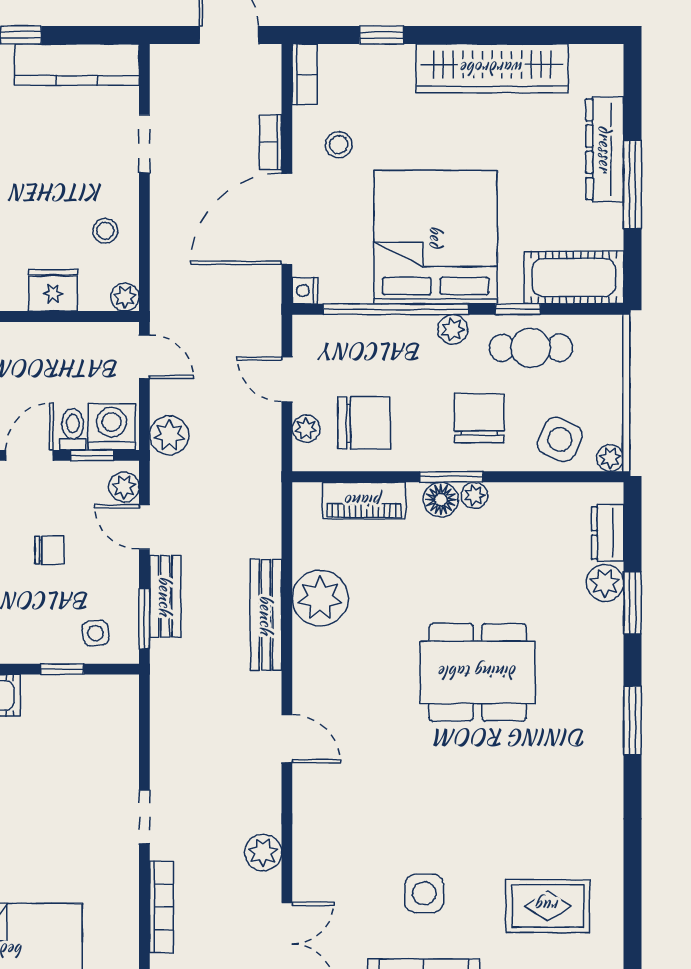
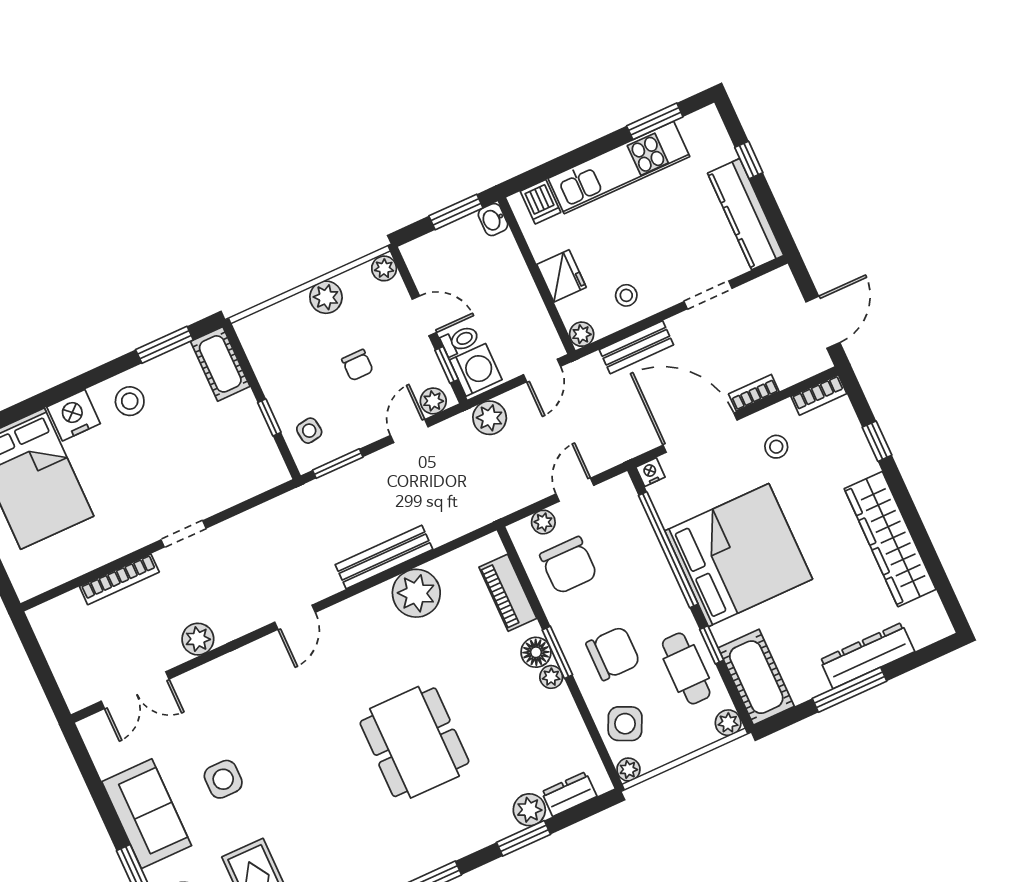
plant: (453, 330) -> (728, 723), moved
bench: (165, 596) -> (636, 347), moved

